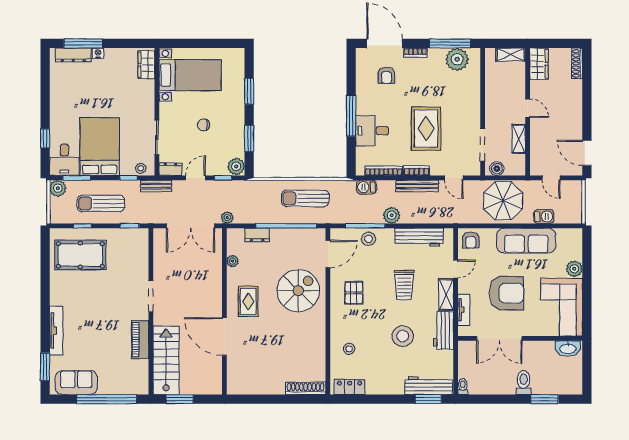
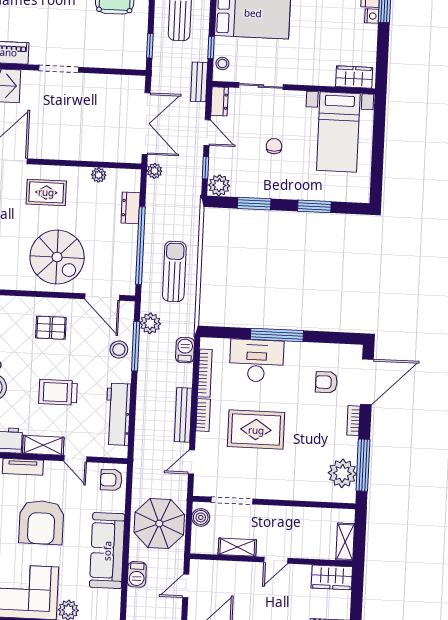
desk: (372, 131) -> (256, 361), width x1.37
plant: (392, 215) -> (150, 323), moved
double door: (191, 226) -> (146, 124), swing flipped

